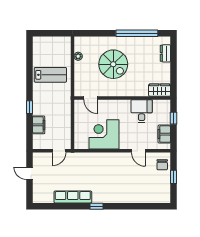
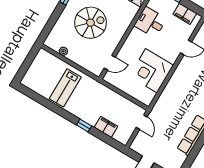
lab bench: (50, 75) -> (65, 88), turned 180

